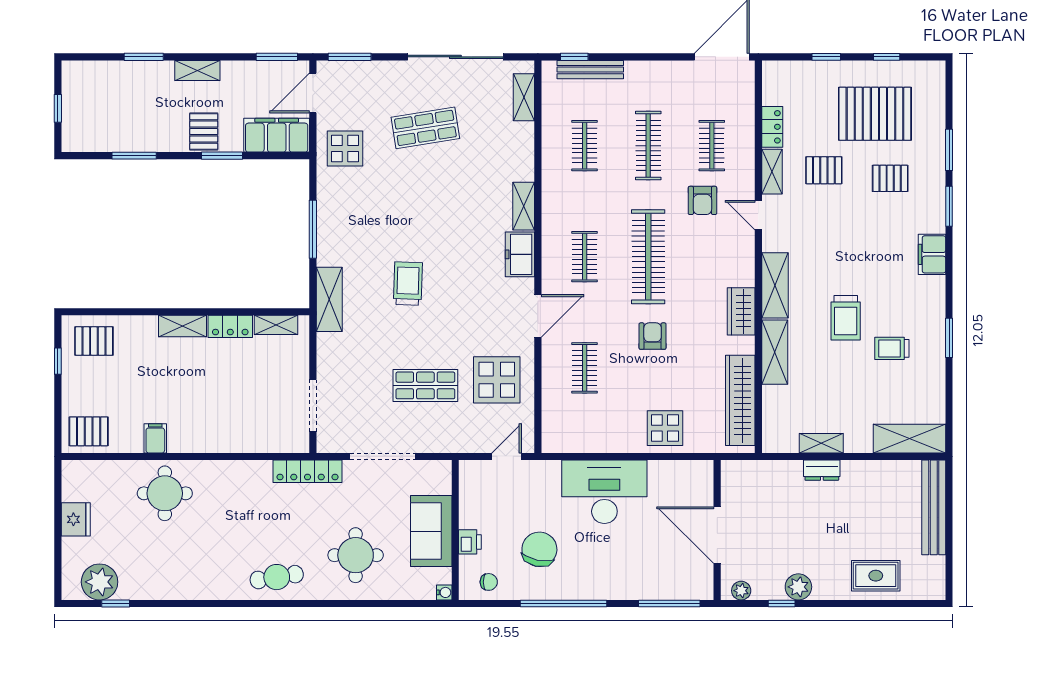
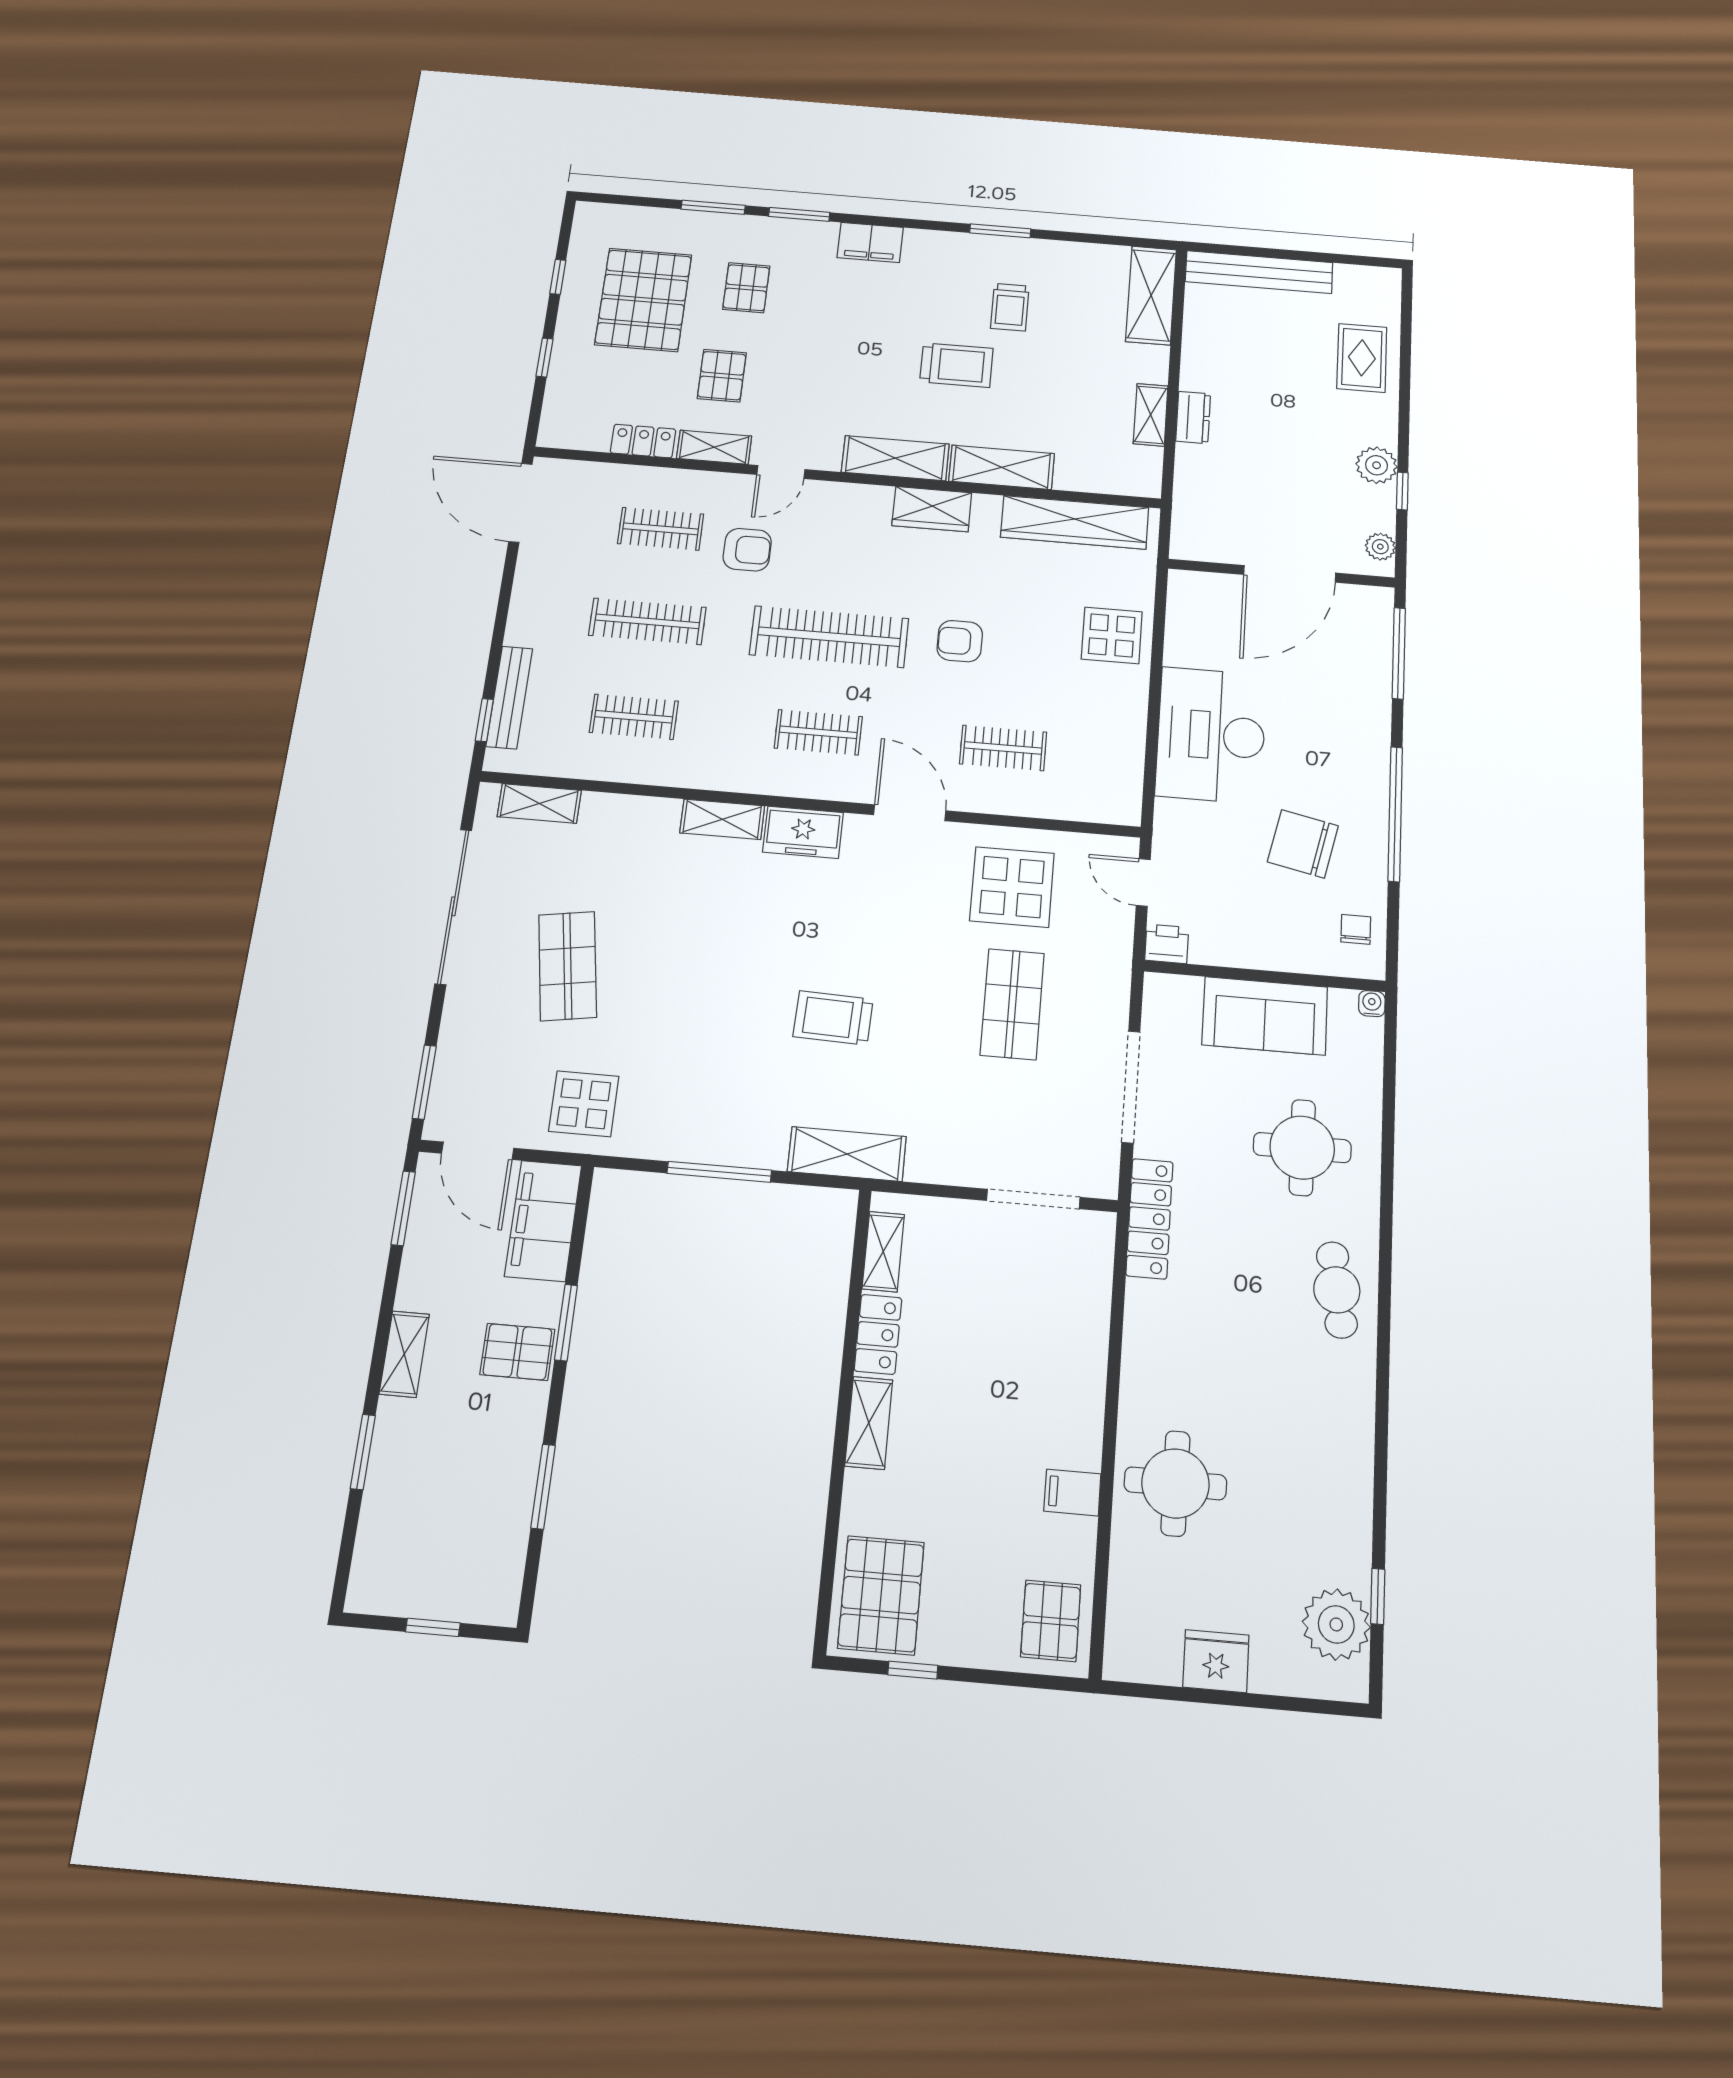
pallet: (94, 341) -> (881, 1595), width x1.50, depth x1.42
printer: (470, 542) -> (1167, 944), moved

